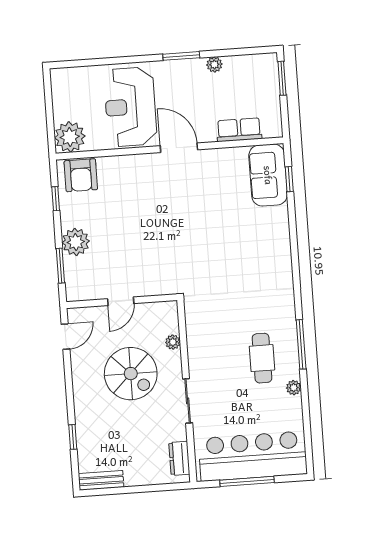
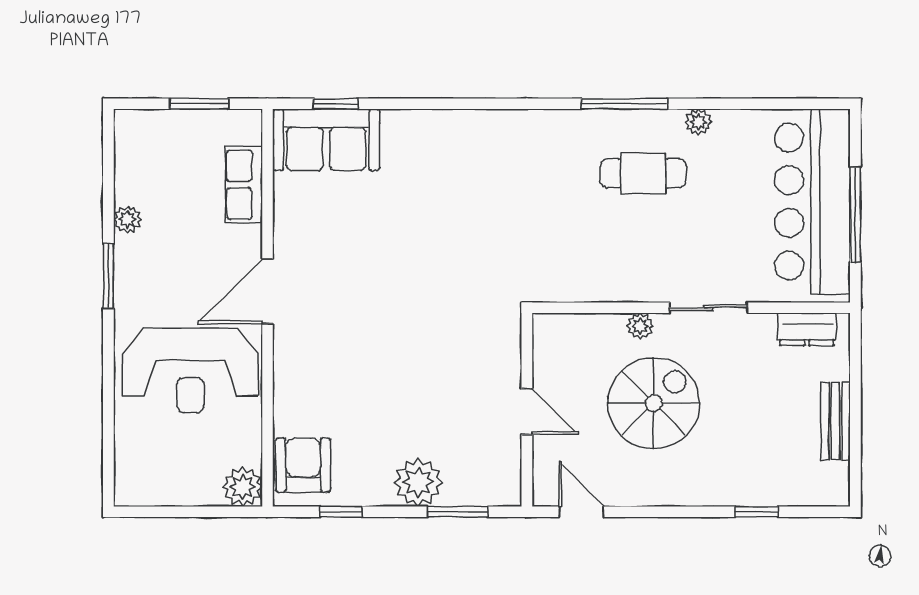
window: (282, 78) -> (199, 104), moved
plant: (70, 137) -> (242, 487), width x0.73, depth x0.73
armchair: (81, 175) -> (303, 465), turned -90
plant: (173, 342) -> (640, 326), moved
bench: (101, 480) -> (835, 421), moved

